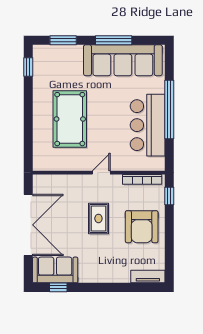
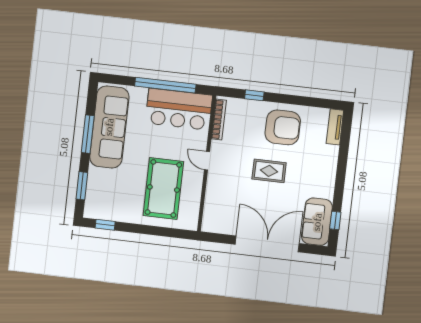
pool table: (70, 119) -> (163, 188), turned 90
wall: (99, 173) -> (207, 163), moved
door: (101, 173) -> (207, 161), moved
bookcase: (142, 179) -> (219, 120), moved

